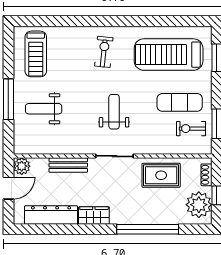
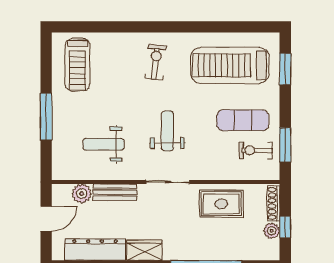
weight bench: (44, 109) -> (103, 144), moved
plant: (22, 166) -> (82, 194), moved
shoe rack: (206, 175) -> (274, 203), width x1.43
plant: (199, 205) -> (272, 231), width x0.53, depth x0.53

